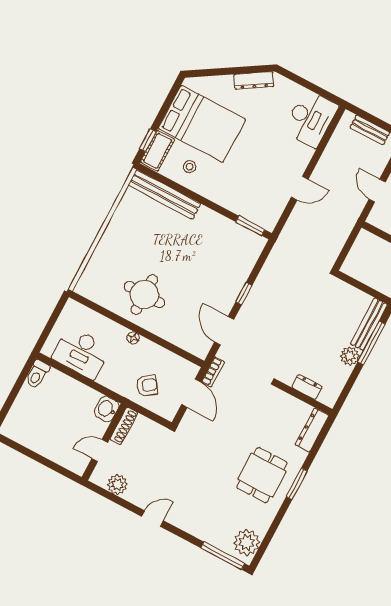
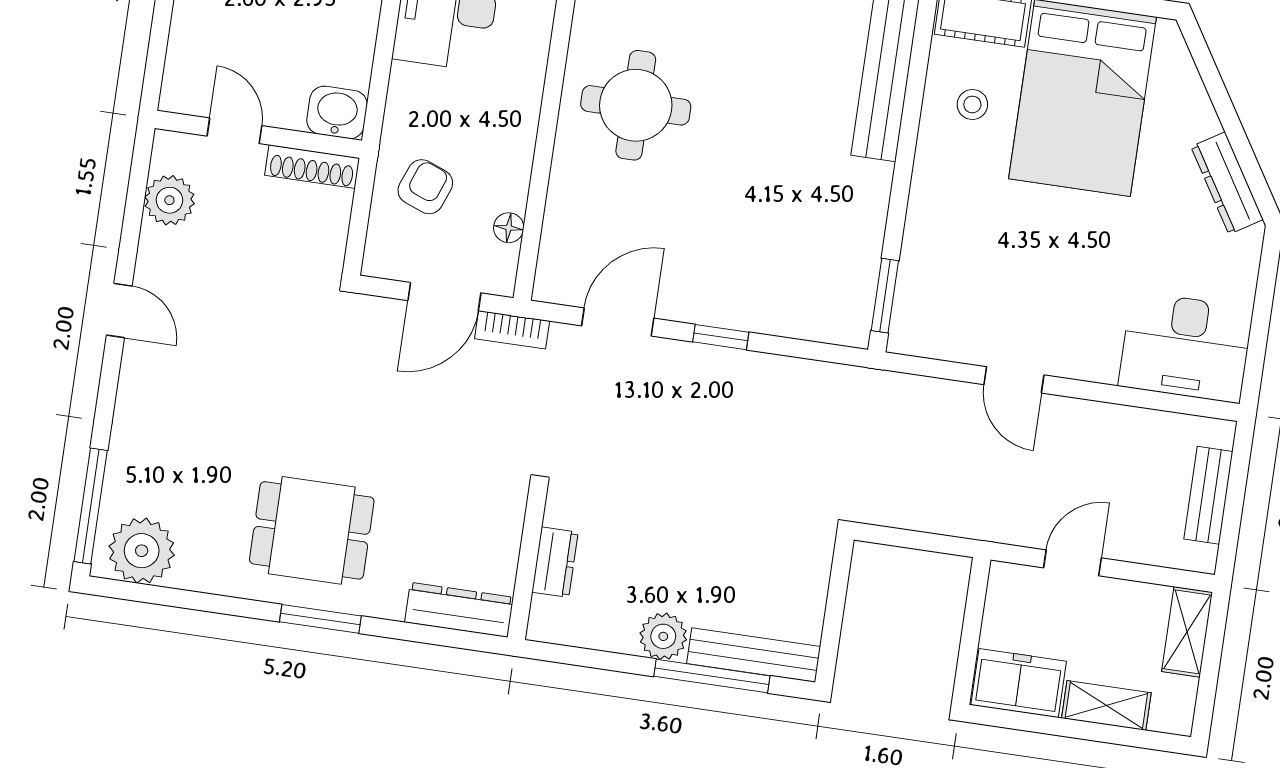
floor lamp: (133, 338) -> (509, 228), moved
armchair: (147, 386) -> (425, 187), turned -123

